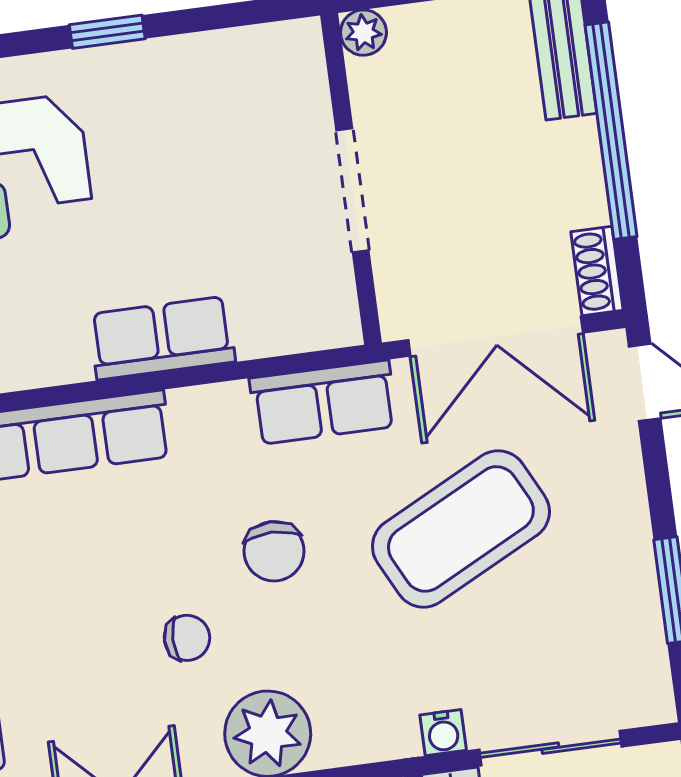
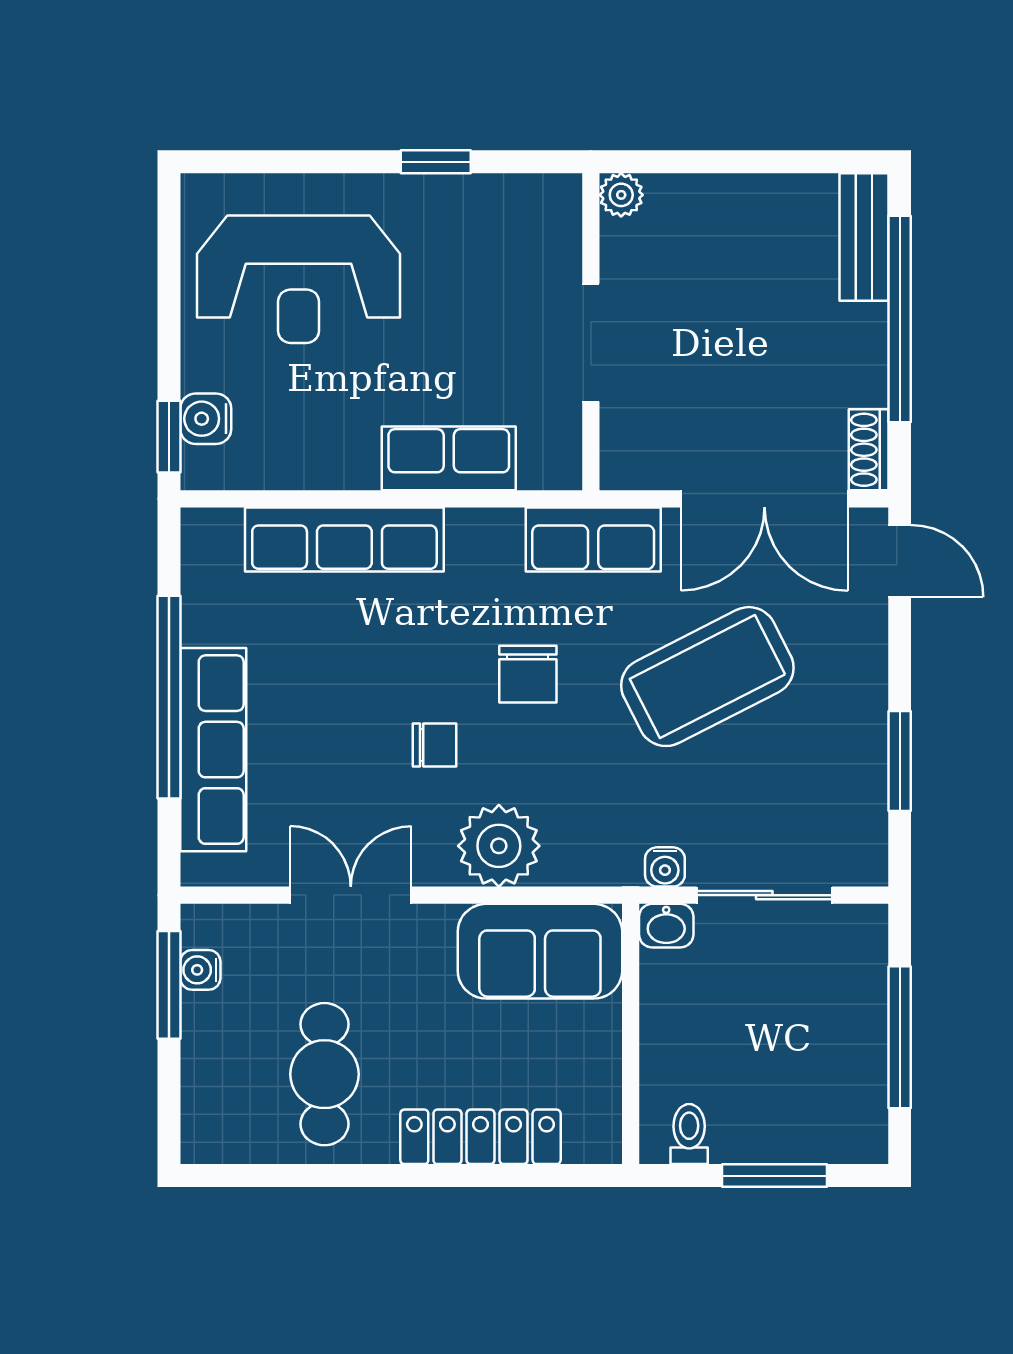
plant: (363, 33) -> (621, 195), moved
wall: (351, 179) -> (591, 332), moved
doorway: (352, 190) -> (591, 343), moved

